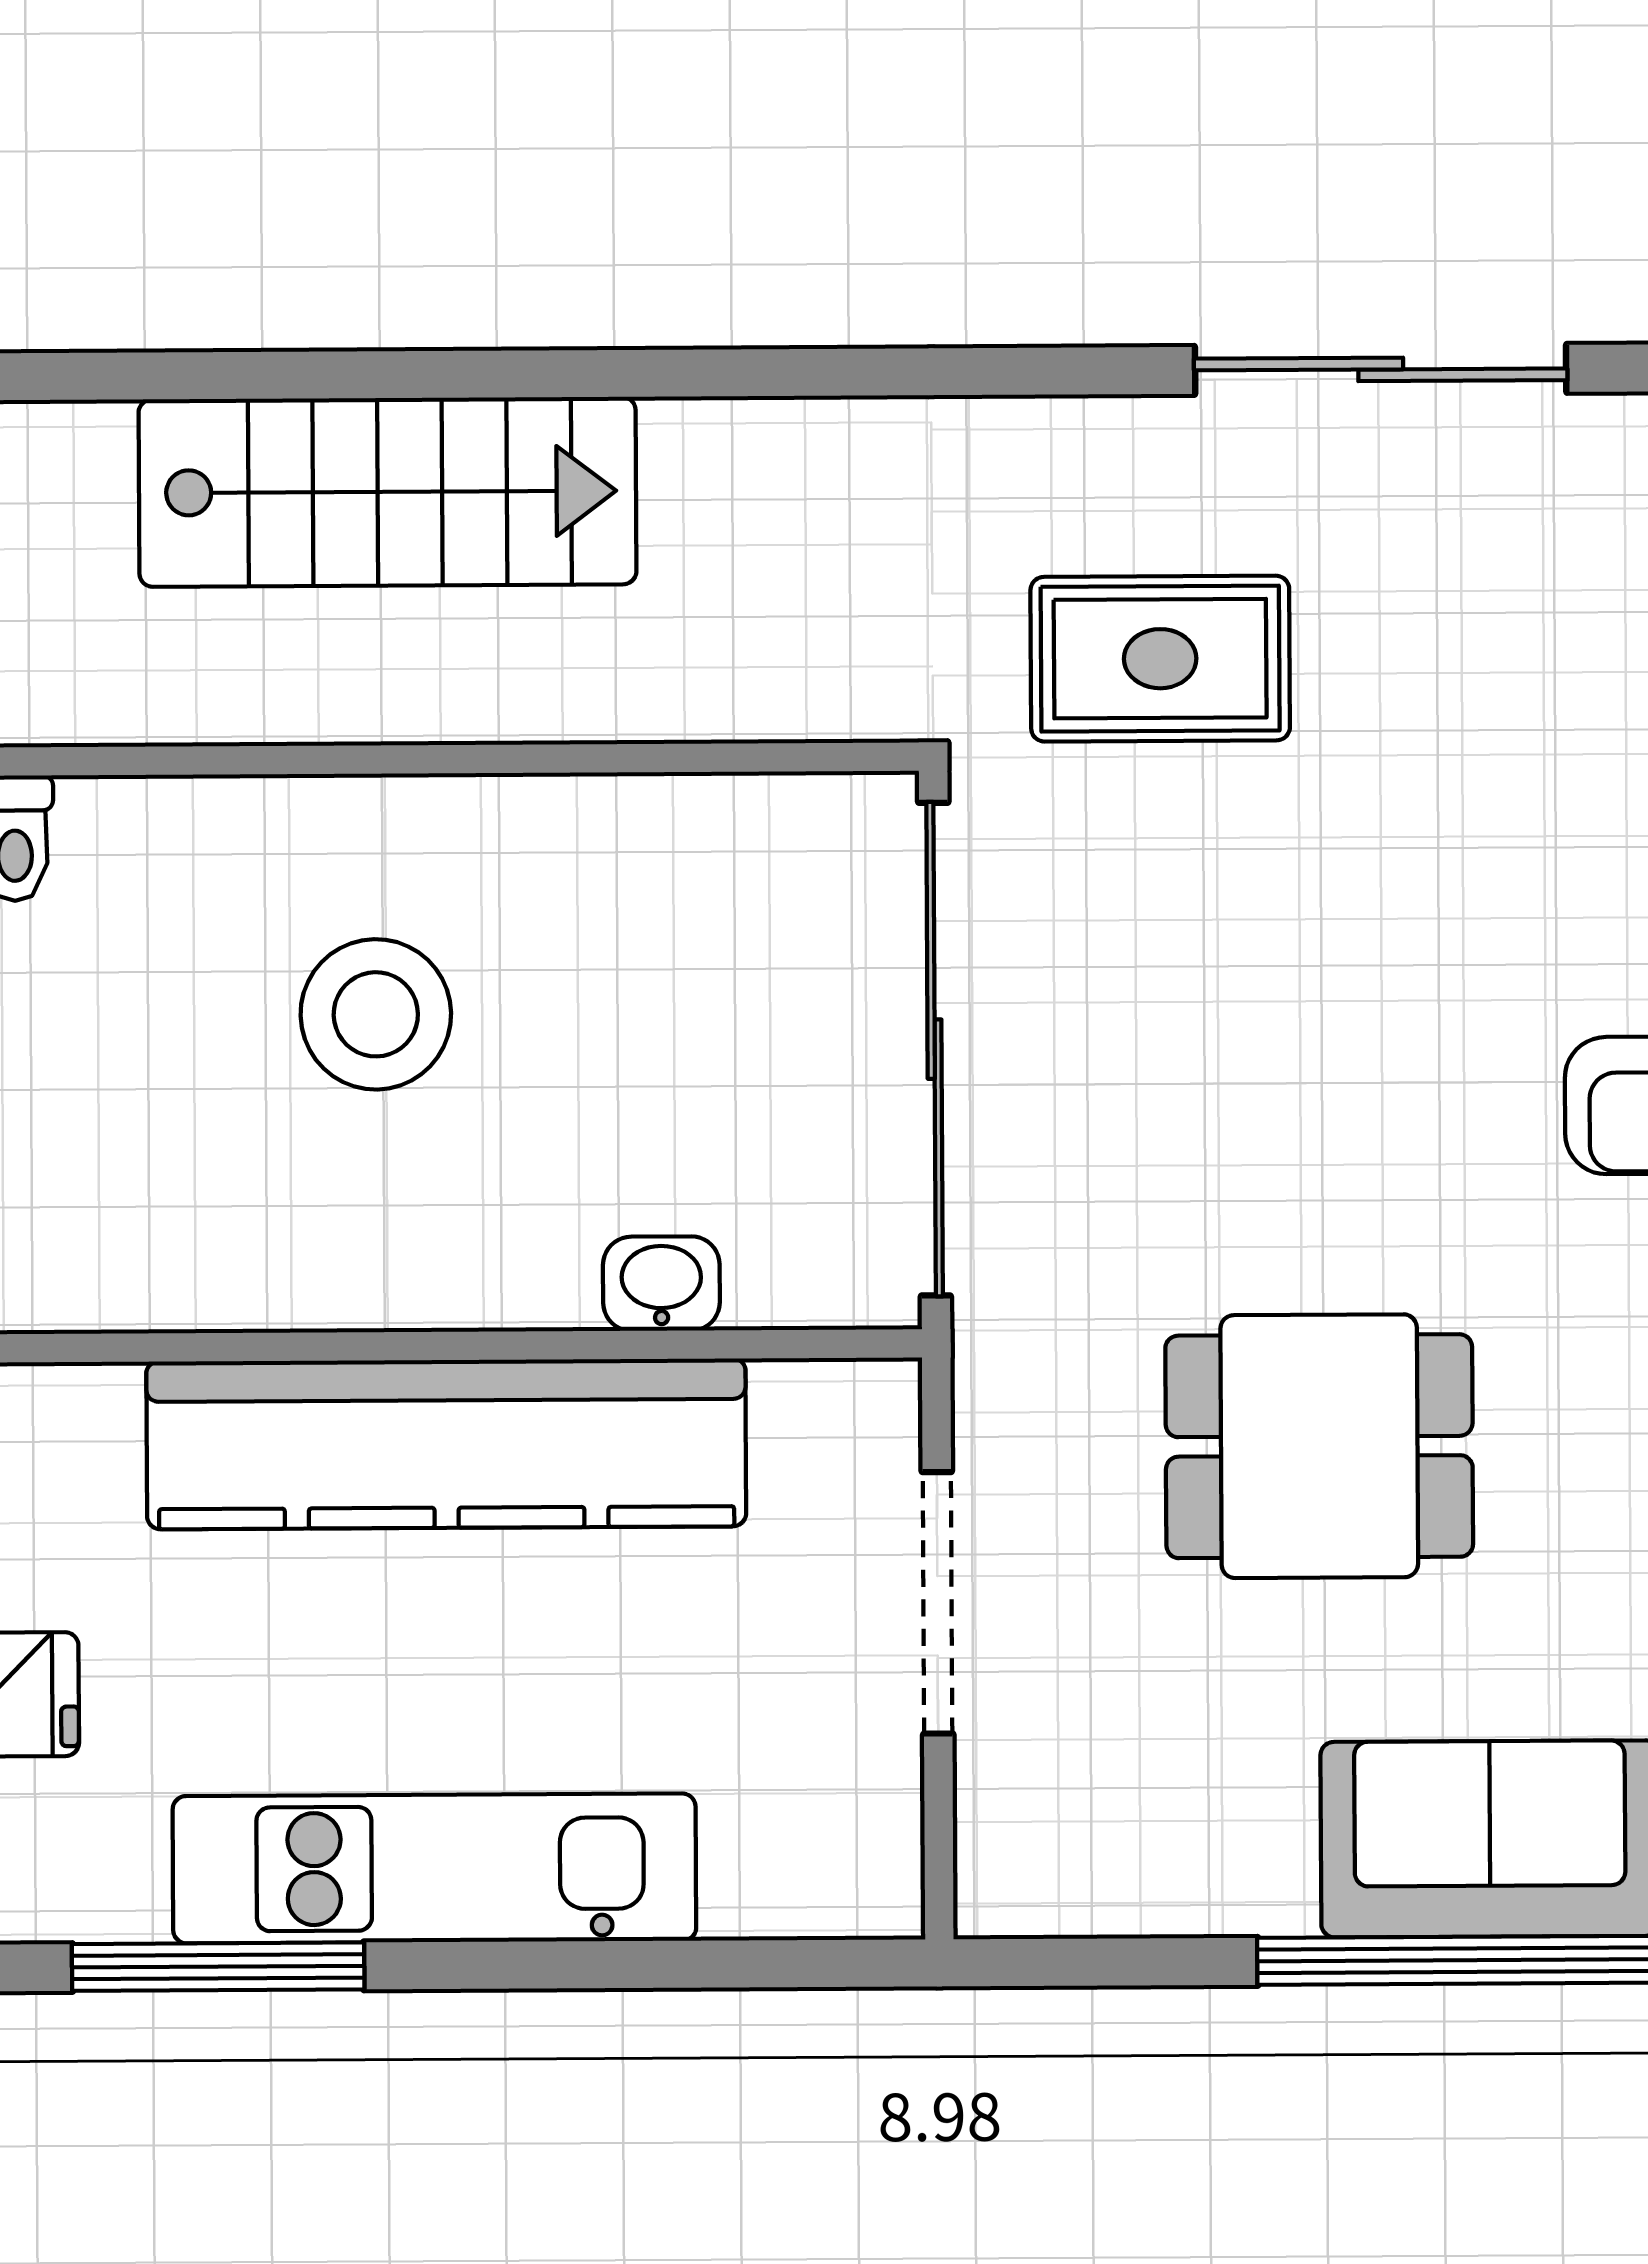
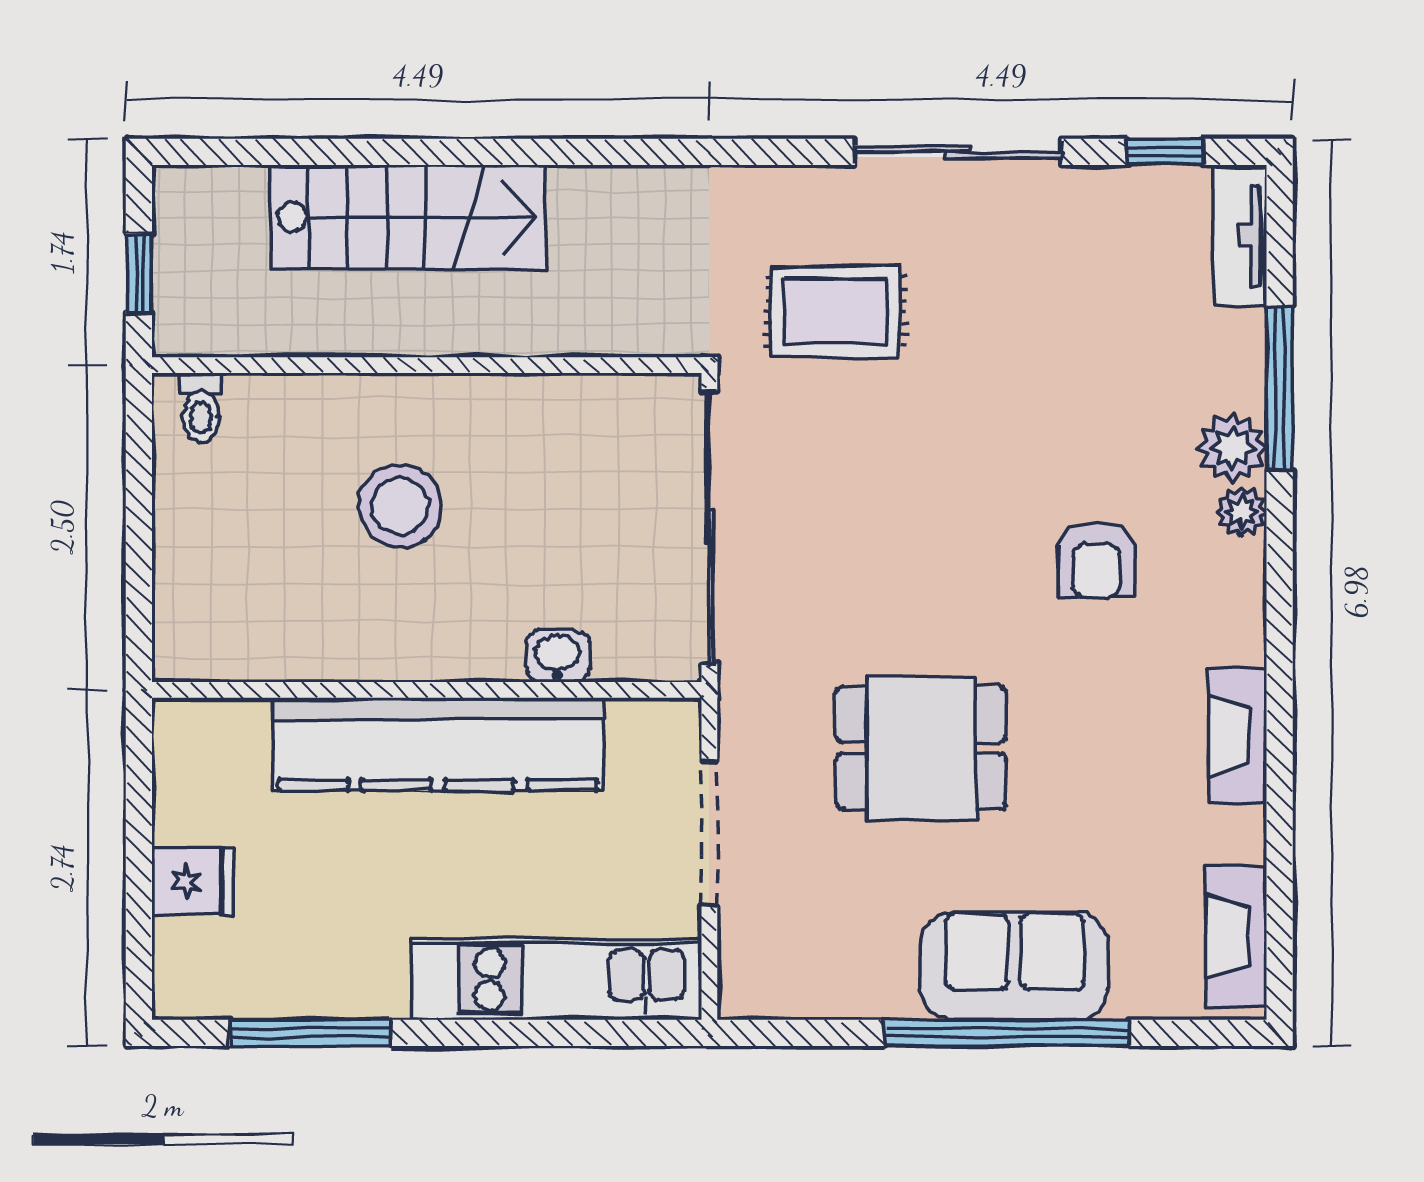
kitchen unit: (434, 1868) -> (557, 979), moved

